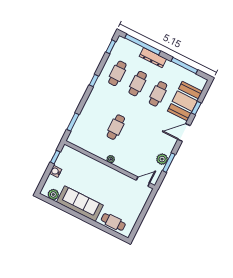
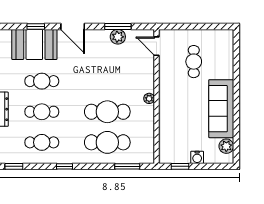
cafe table: (96, 117) -> (107, 142), added
cafe table: (116, 127) -> (107, 112), width x1.37, depth x1.35
cafe table: (113, 222) -> (194, 62), moved

